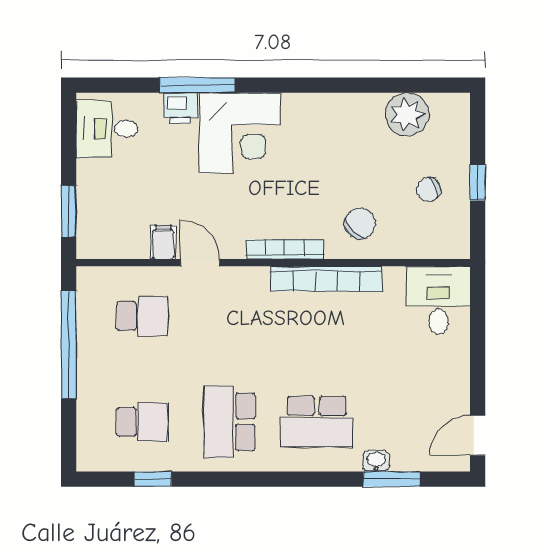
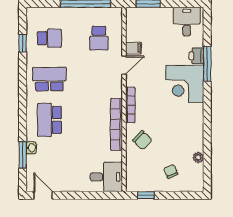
plant: (407, 114) -> (198, 157), width x0.53, depth x0.53
window: (478, 183) -> (146, 195), moved
chair: (429, 190) -> (171, 171), moved
school desk: (142, 422) -> (49, 38), turned -90

